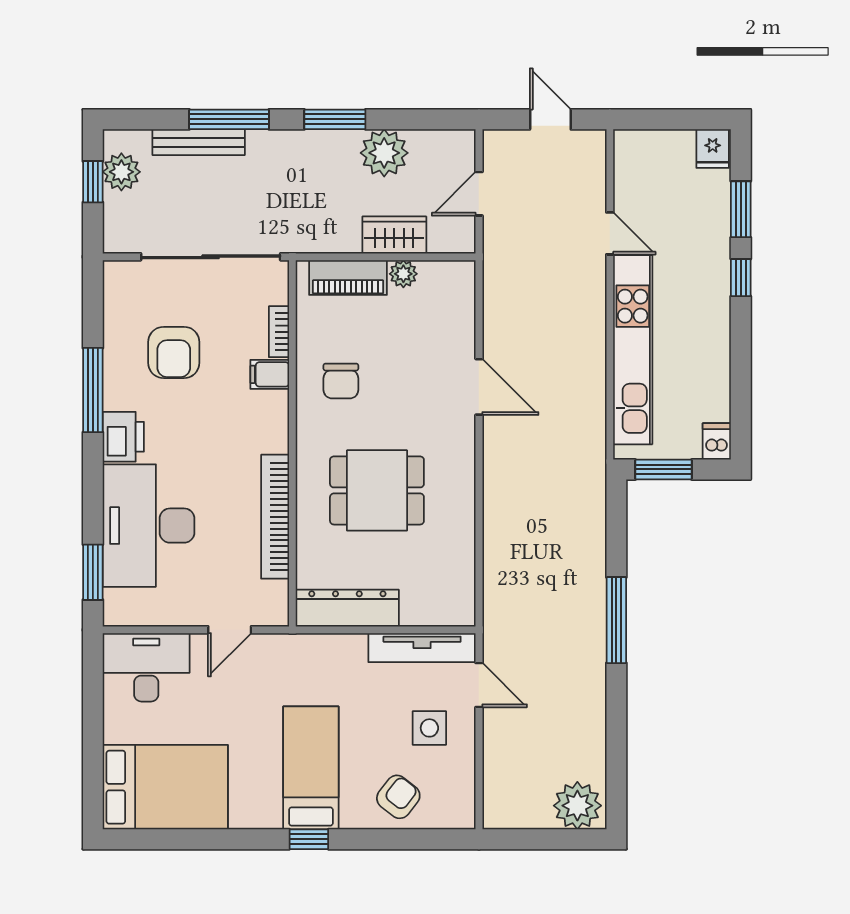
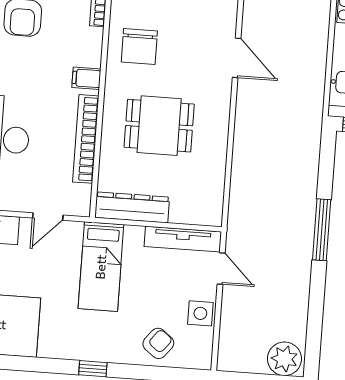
filing cabinet: (270, 374) -> (86, 78), moved
chair: (341, 381) -> (139, 46), width x1.37, depth x1.37
side table: (429, 728) -> (200, 313), moved
bed: (311, 768) -> (101, 267), moved, turned 180

